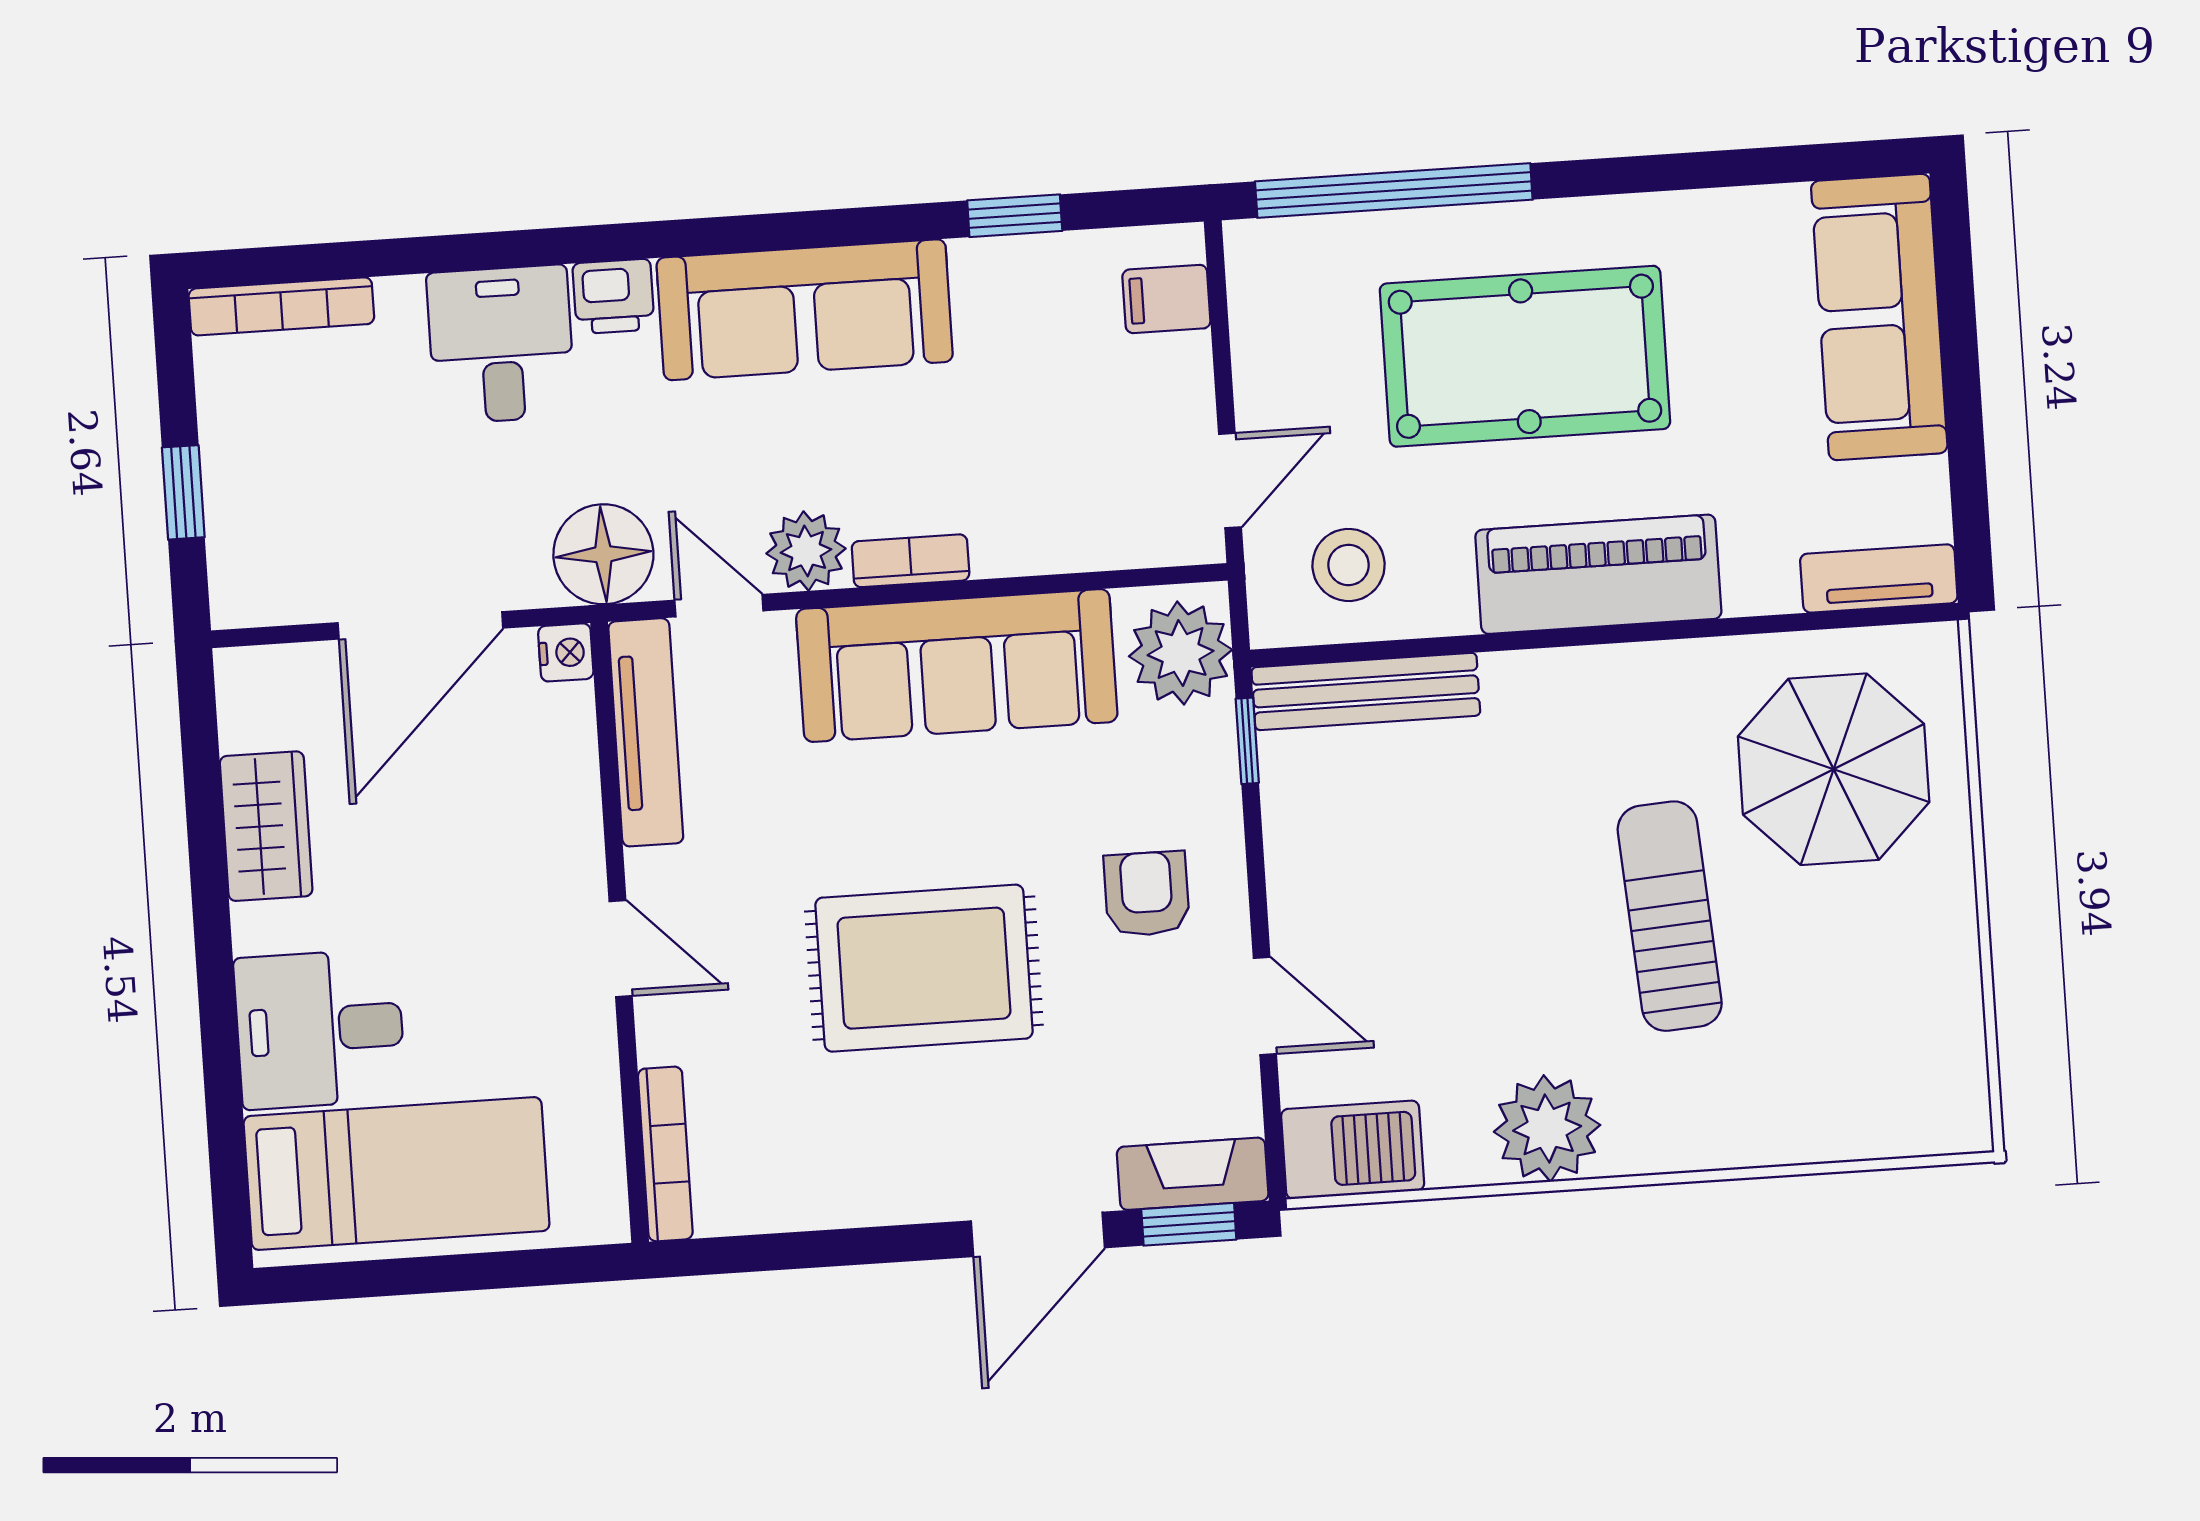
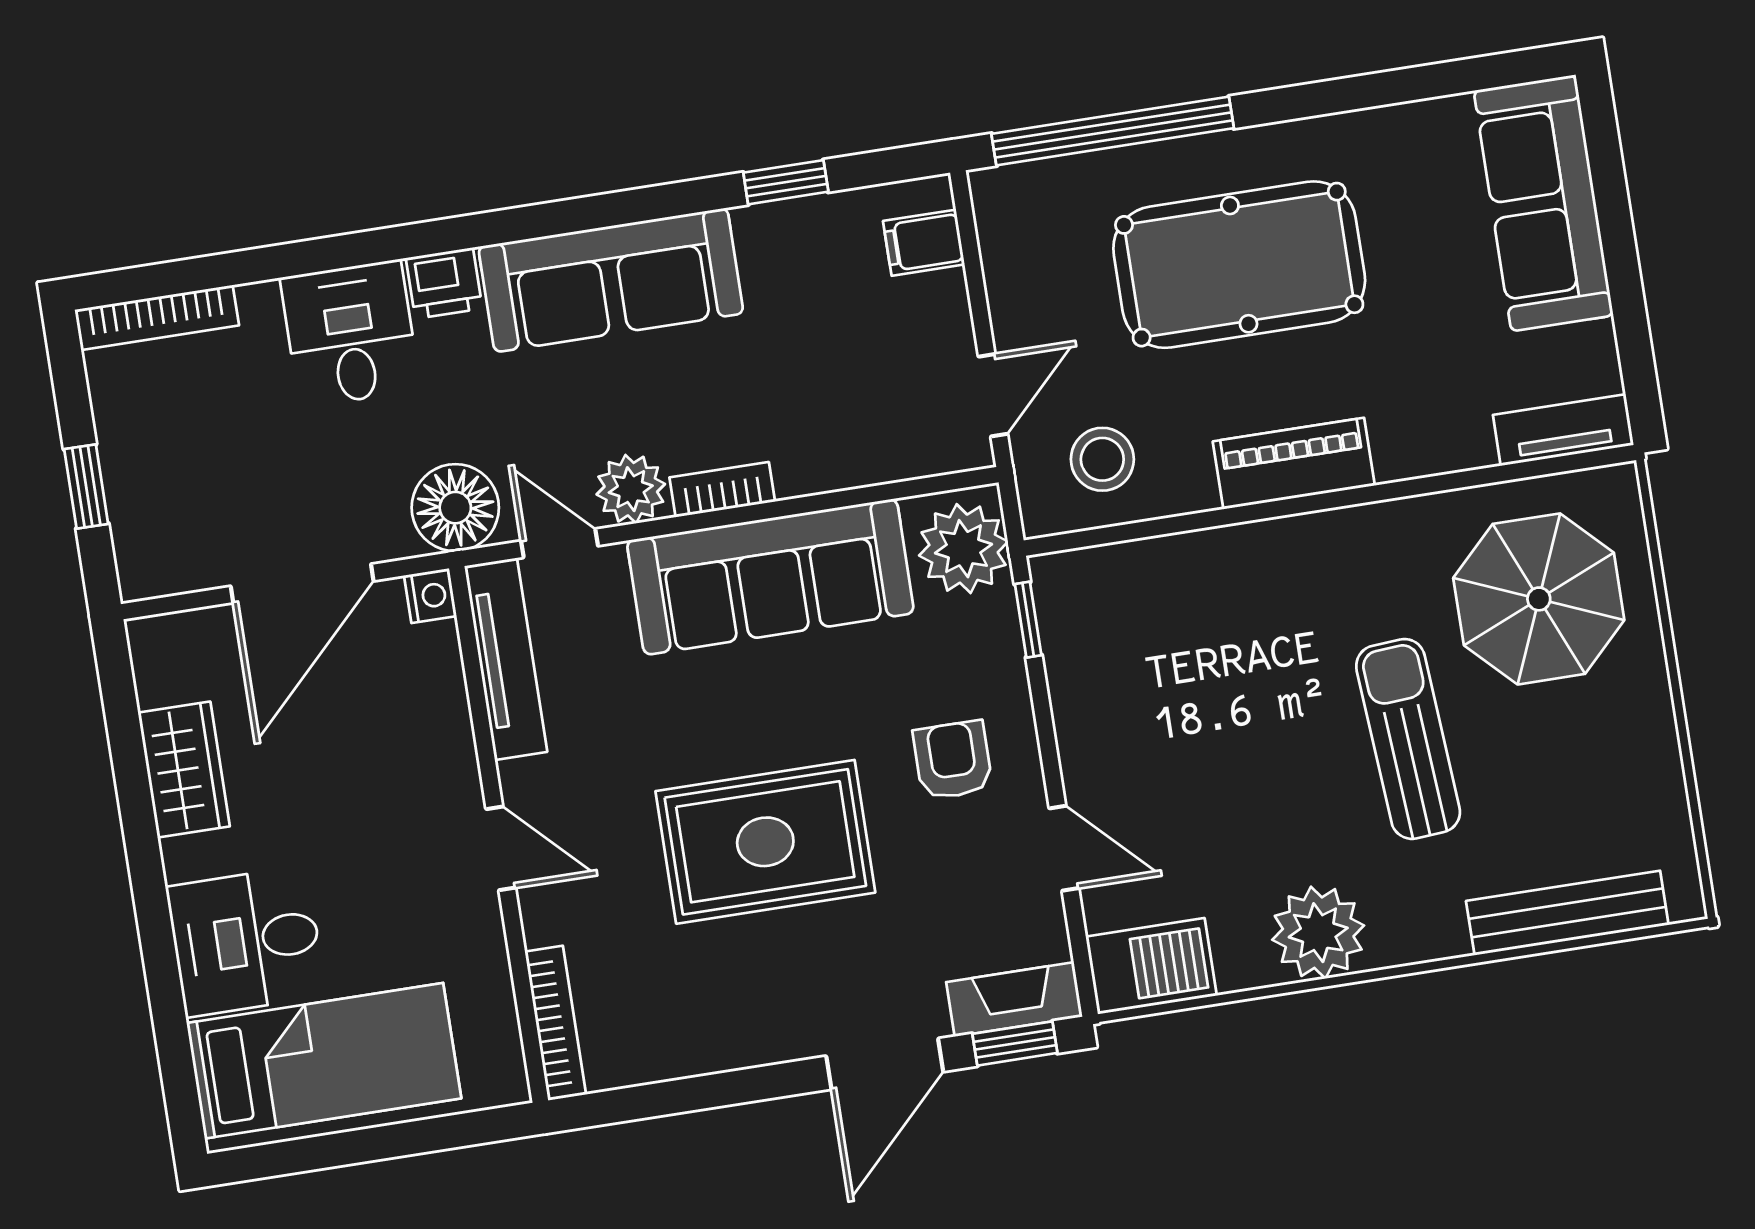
piano: (1598, 574) -> (1294, 463), width x0.73, depth x0.75
bench: (1366, 691) -> (1567, 913), moved

